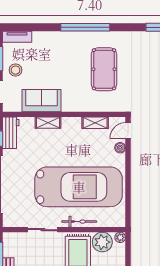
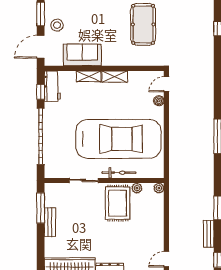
shelving: (95, 123) -> (115, 77), moved
plant: (102, 242) -> (137, 188), width x0.53, depth x0.53

